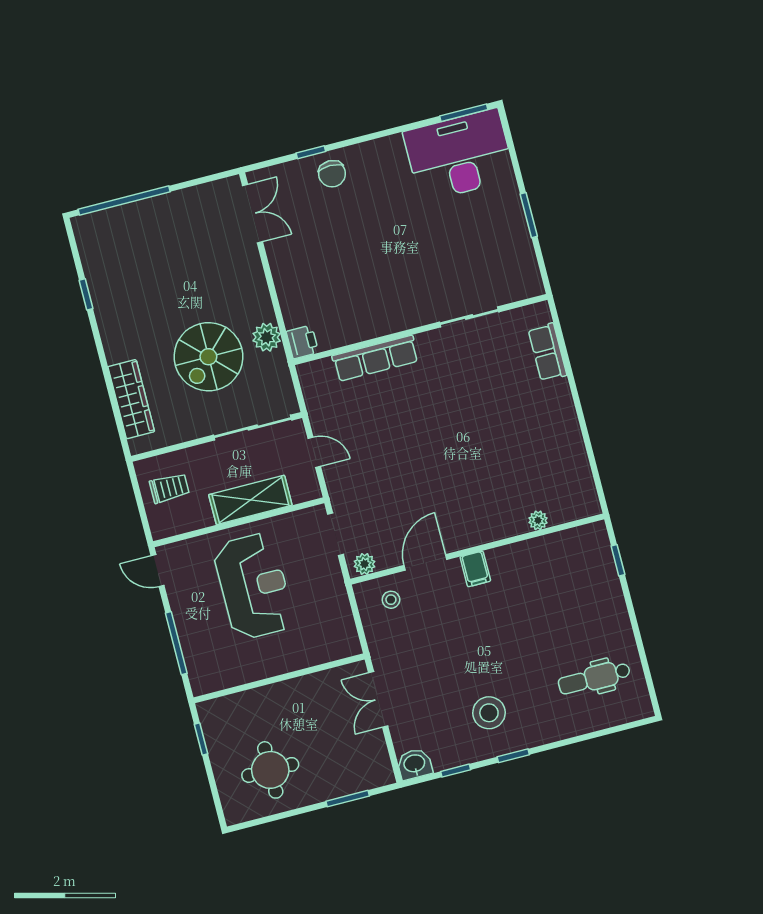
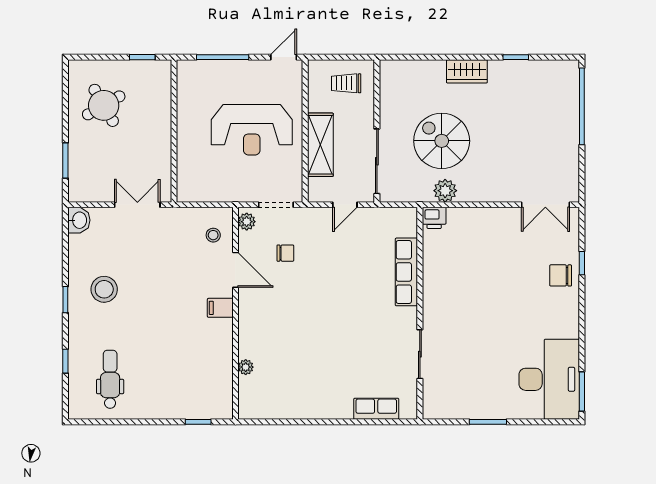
wardrobe: (131, 399) -> (467, 71), moved, width x0.67
trolley: (169, 488) -> (346, 83), turned 90
chair: (390, 508) -> (285, 253), added
round table: (270, 770) -> (104, 105), turned -30
window: (456, 771) -> (65, 361), moved

